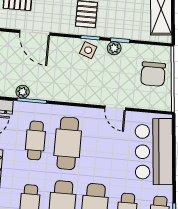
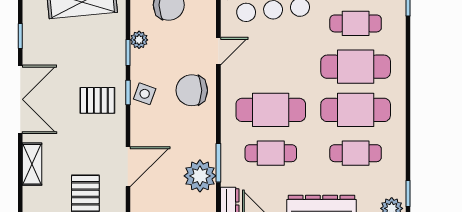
plant: (114, 48) -> (139, 40), moved
chair: (88, 86) -> (192, 90), added
plant: (23, 92) -> (200, 176), width x1.87, depth x1.87

